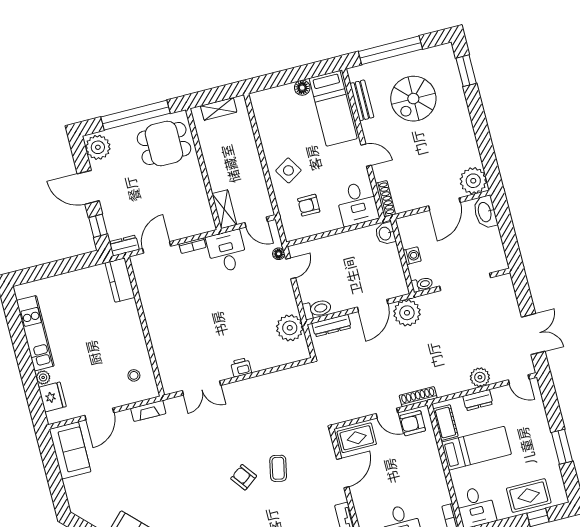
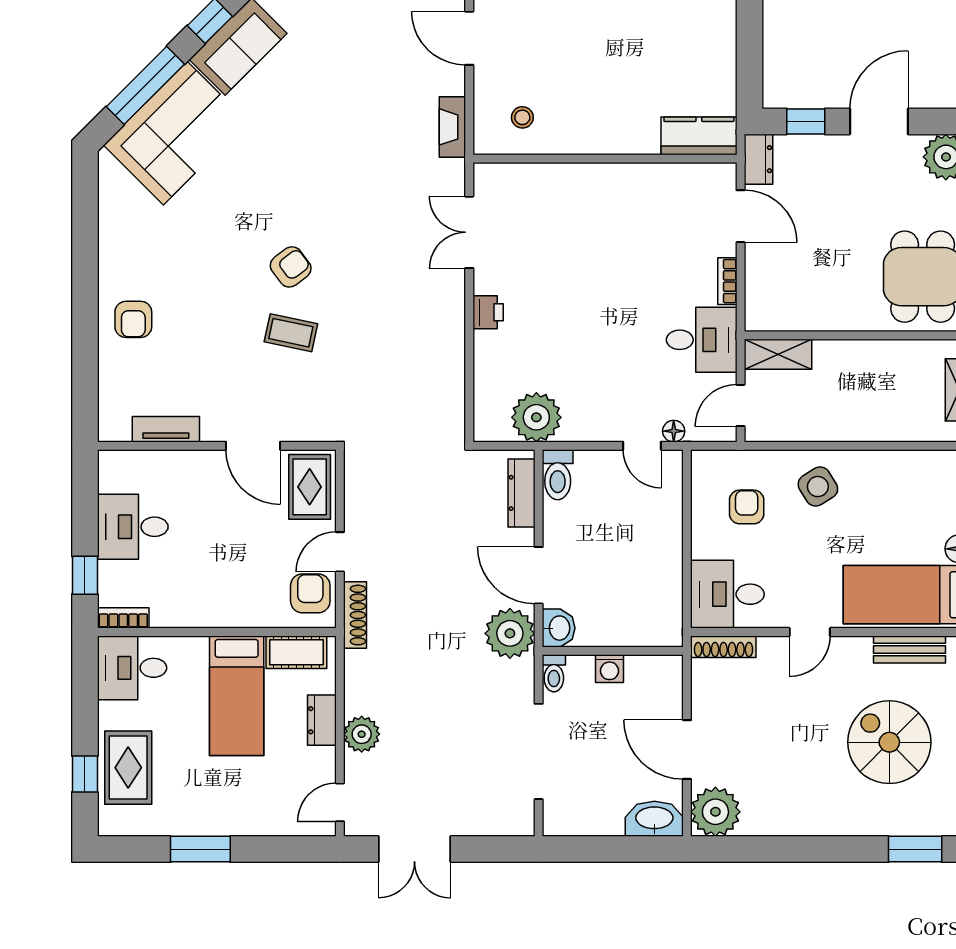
washbasin: (385, 233) -> (559, 628), moved, turned 90

